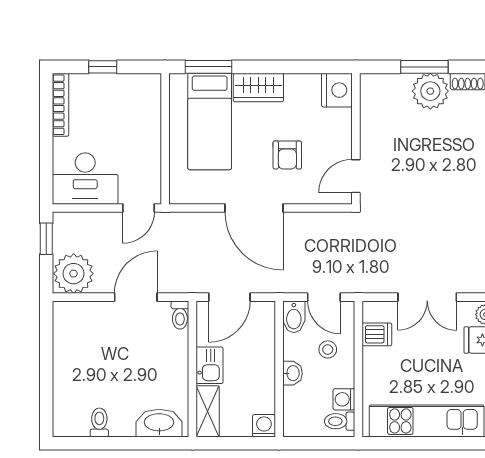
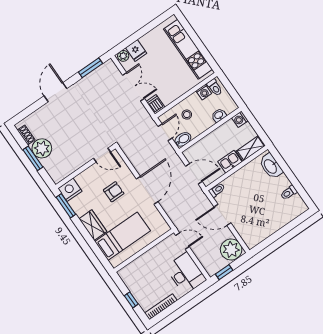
window: (209, 67) -> (66, 206), moved
dishwasher: (377, 334) -> (155, 104), moved
washbasin: (292, 373) -> (219, 115), moved

